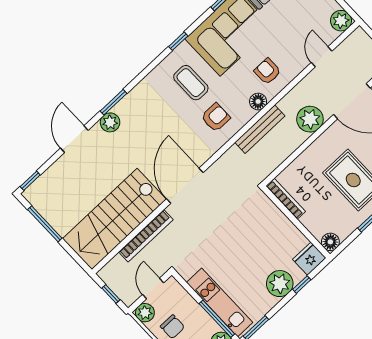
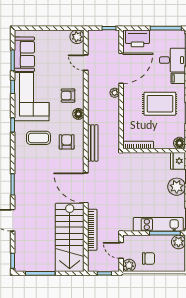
plant: (310, 119) -> (115, 93), width x0.53, depth x0.53
plant: (110, 122) -> (21, 195), removed
bench: (260, 129) -> (93, 143), moved

